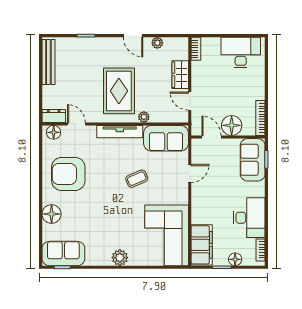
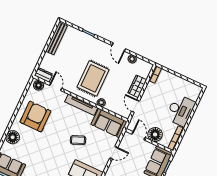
desk: (241, 53) -> (180, 110), moved, turned 90
armchair: (68, 174) -> (35, 116), turned 90

